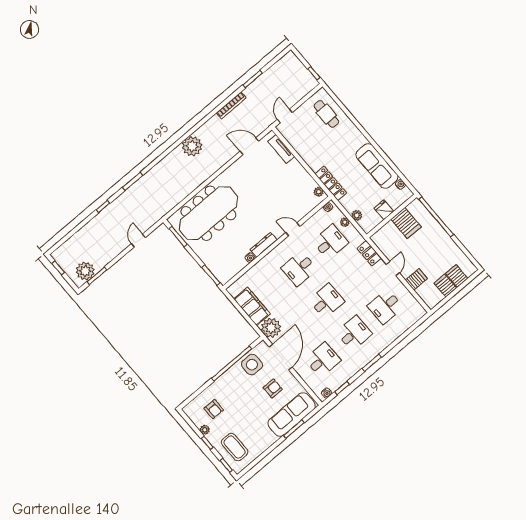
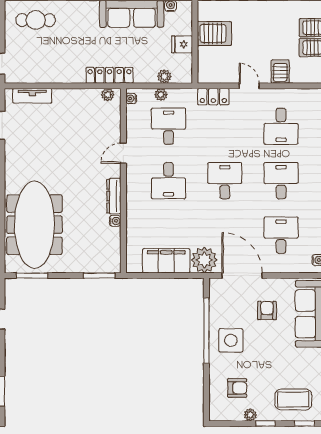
side table: (252, 365) -> (231, 340), moved

